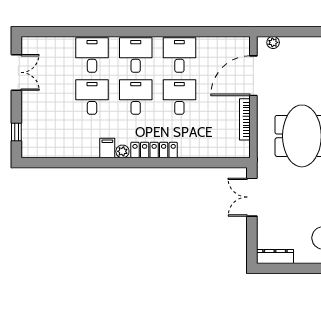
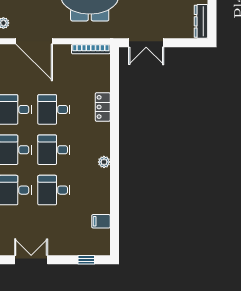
bookcase: (245, 119) -> (91, 49), moved
filing cabinet: (107, 148) -> (101, 221), moved
locker: (154, 150) -> (103, 107), moved, width x0.66

